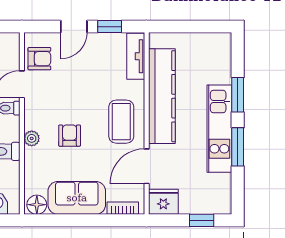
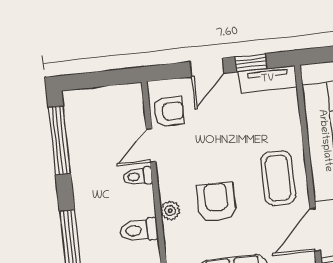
tv unit: (136, 56) -> (268, 79), moved, turned -90
armchair: (70, 136) -> (216, 202), width x1.38, depth x1.38

